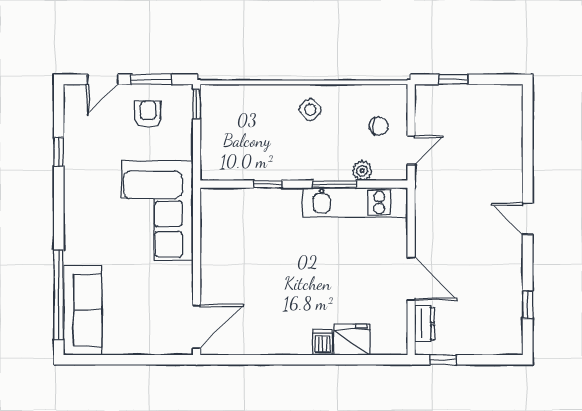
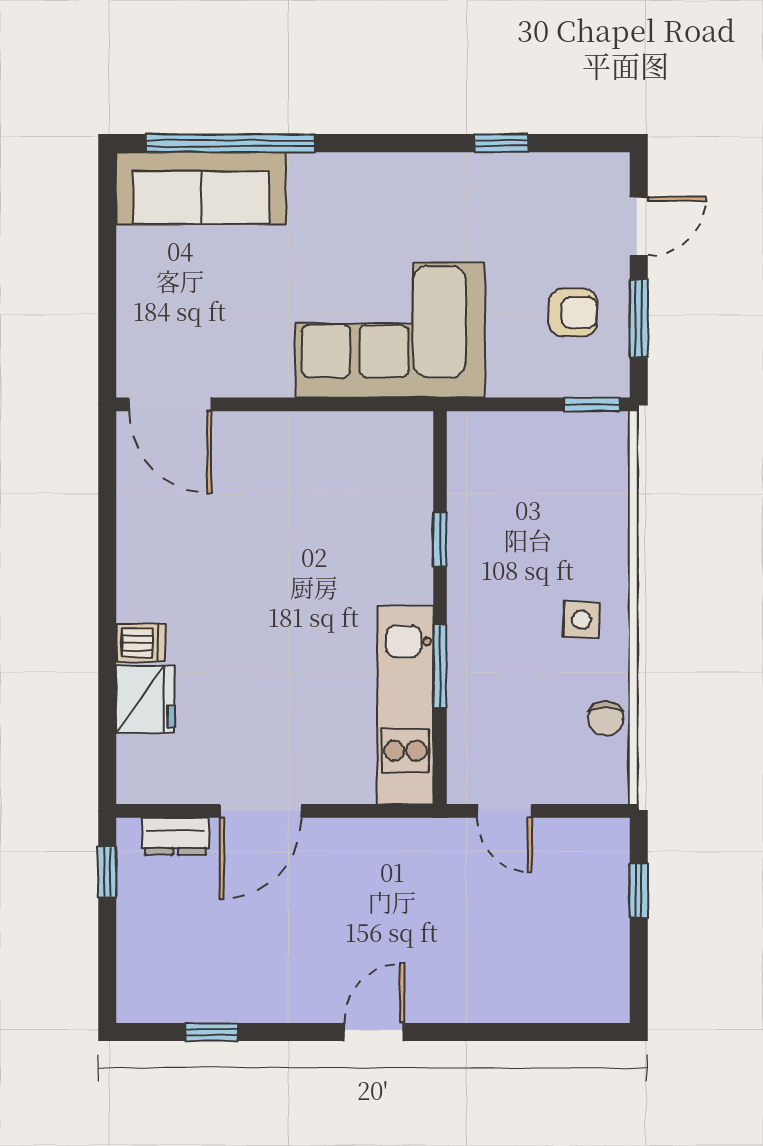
door: (103, 79) -> (639, 226), swing flipped
side table: (310, 110) -> (581, 620), turned 45
chair: (379, 126) -> (606, 719), moved
plant: (362, 171) -> (465, 718), removed

